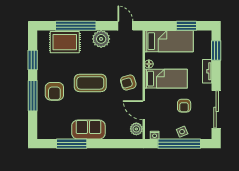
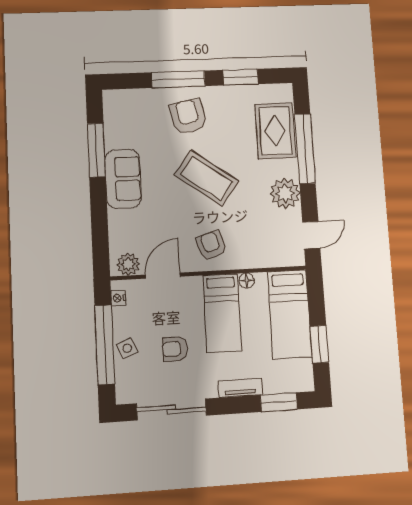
coffee table: (90, 83) -> (206, 178), turned -54
armchair: (54, 91) -> (188, 117), turned 78

